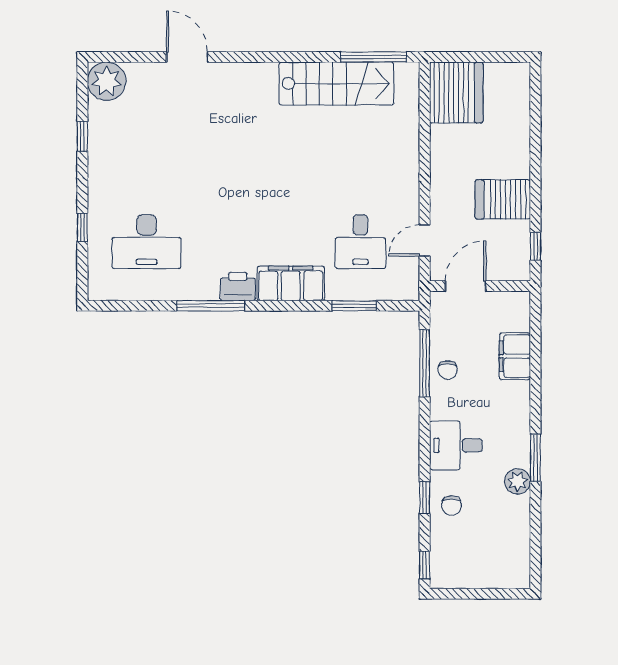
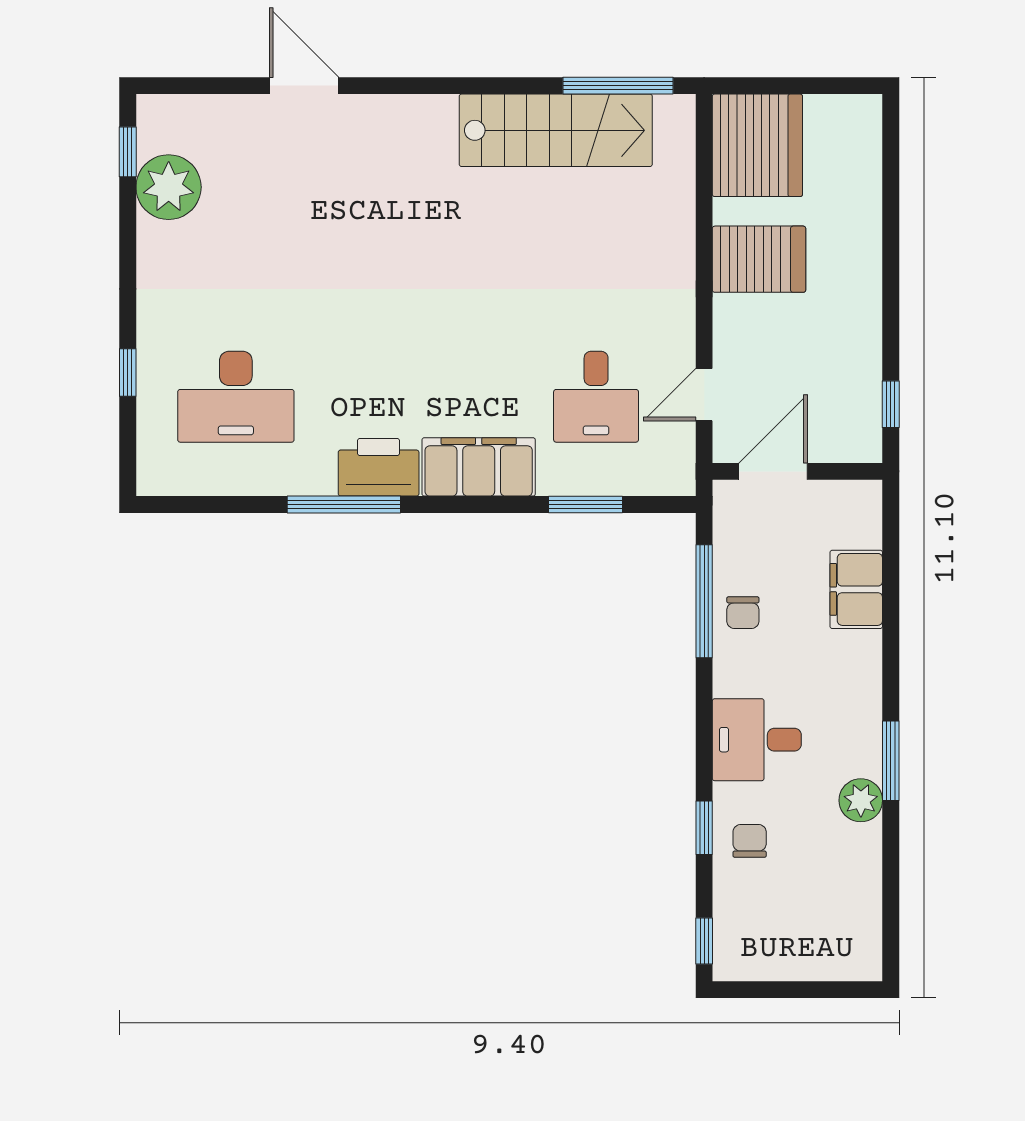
plant: (107, 81) -> (169, 187), moved
window: (82, 136) -> (128, 152), moved
server rack: (503, 199) -> (759, 259), moved, turned 180
printer: (238, 286) -> (379, 467), width x1.37, depth x1.19
chair: (452, 505) -> (750, 841), turned 180

